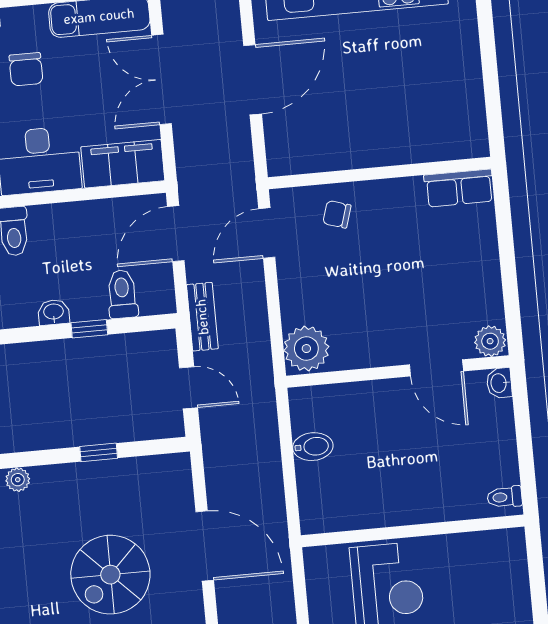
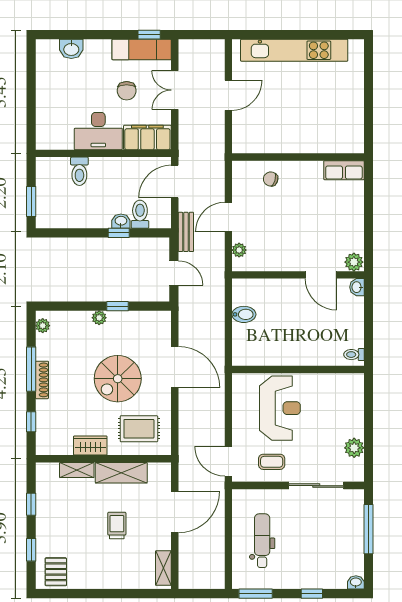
chair: (26, 69) -> (127, 91), moved
double door: (161, 79) -> (175, 90), width x0.73
door: (253, 80) -> (228, 95), width x0.73
door: (267, 233) -> (228, 217), moved
washbasin: (54, 312) -> (121, 221), moved
plant: (306, 349) -> (239, 250), width x0.53, depth x0.53
plant: (18, 480) -> (99, 318), moved

